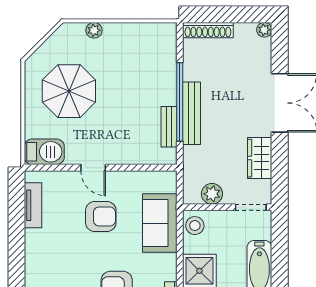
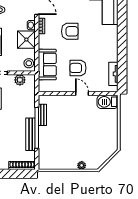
parasol: (69, 91) -> (95, 134), removed
bench: (191, 113) -> (31, 134), moved

